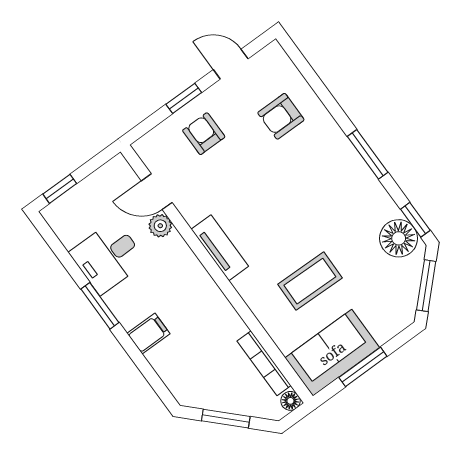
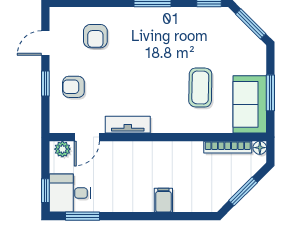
plant: (160, 226) -> (62, 149), moved
floor lamp: (399, 238) -> (213, 20), removed
tv unit: (220, 248) -> (128, 125), moved
desk: (108, 257) -> (70, 193), moved, turned 90
window: (100, 306) -> (82, 216), moved

